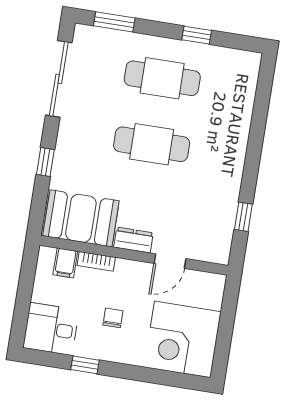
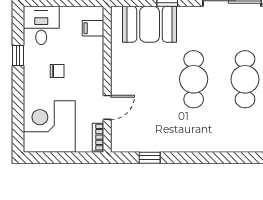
booth: (81, 218) -> (150, 24), moved, turned 90
dresser: (133, 240) -> (119, 77), removed
bookcase: (96, 261) -> (98, 137), moved
door: (170, 261) -> (107, 107), swing flipped

